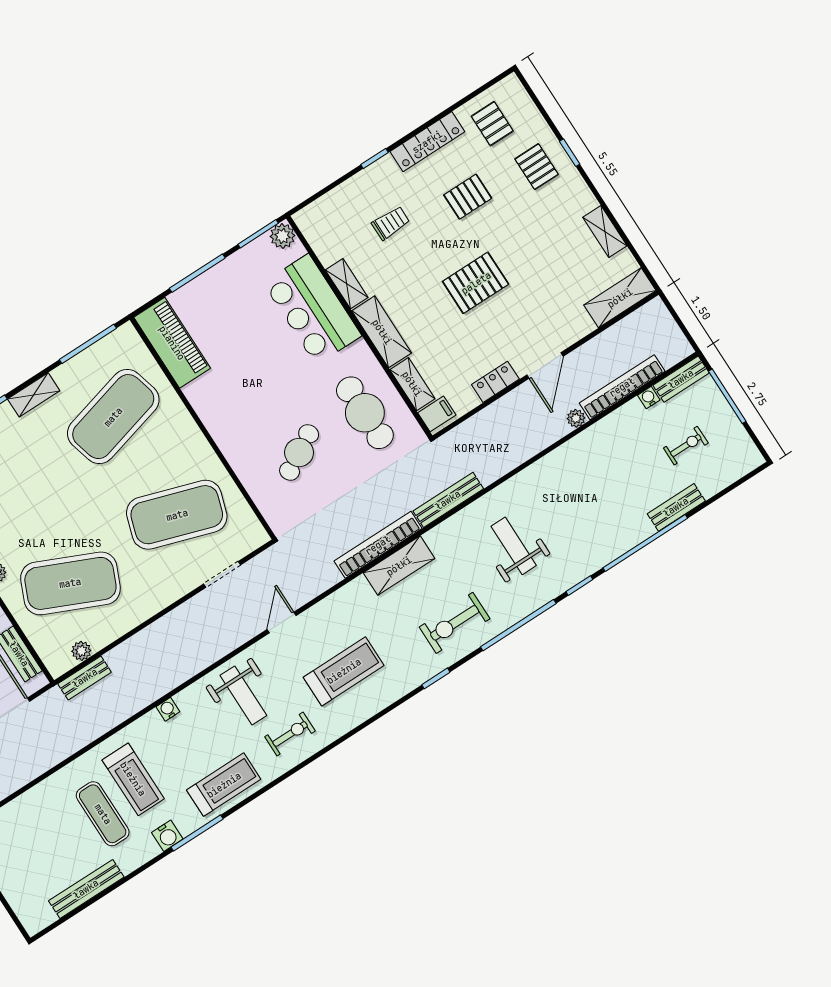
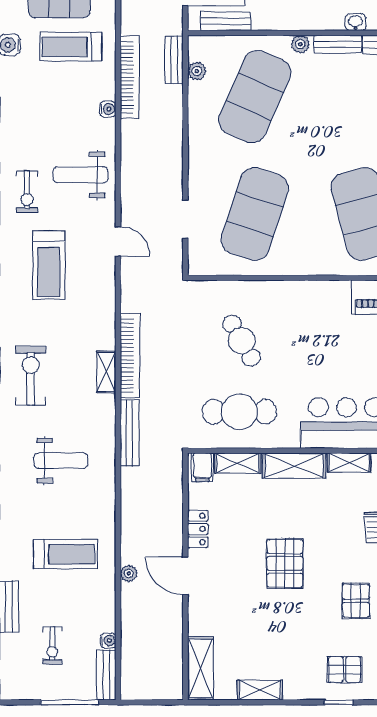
bookcase: (622, 387) -> (130, 77), moved
shelving: (399, 566) -> (106, 372), width x0.67, depth x0.75
treadmill: (224, 785) -> (65, 554), moved, turned -90

